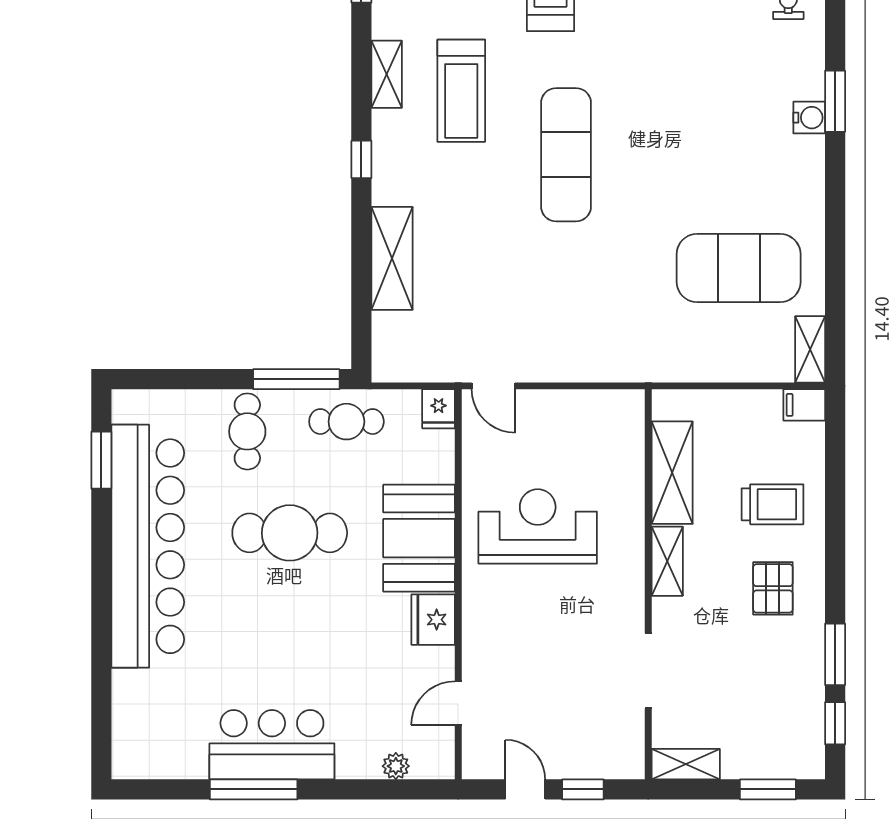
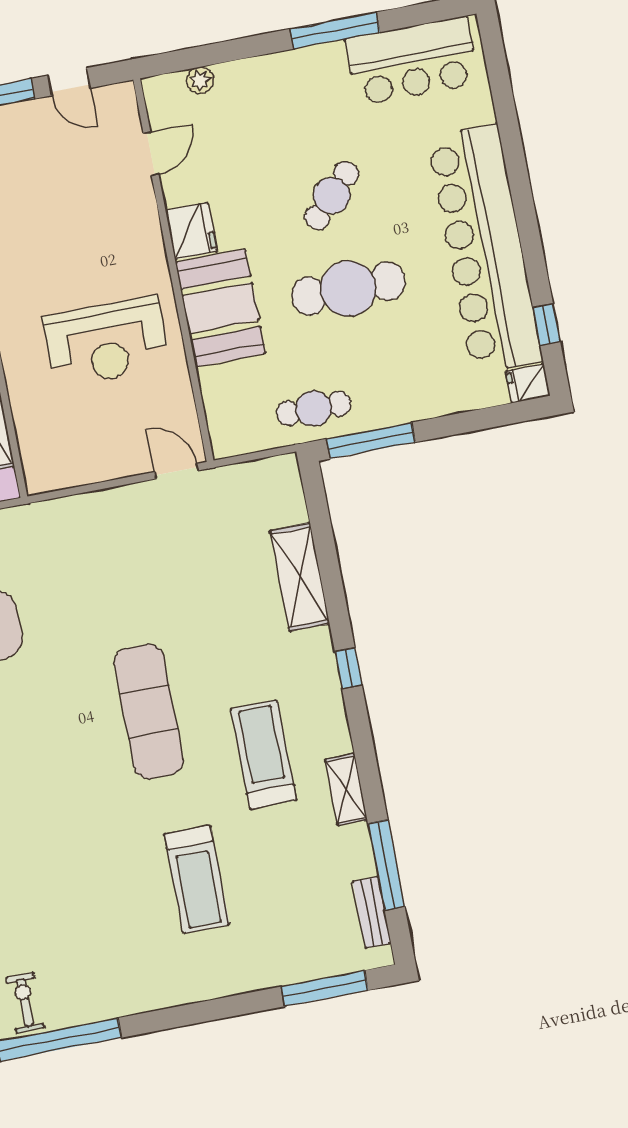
shelving: (387, 74) -> (346, 790), moved
fridge: (439, 409) -> (528, 383), moved, turned -90
cafe table: (247, 431) -> (332, 196), moved, turned 44
window: (101, 460) -> (547, 324), width x0.67
bar counter: (272, 745) -> (412, 61), moved

